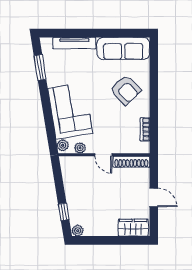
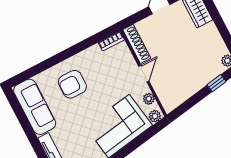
armchair: (126, 90) -> (72, 84), turned -136
bookcase: (145, 129) -> (111, 41), moved

